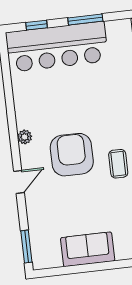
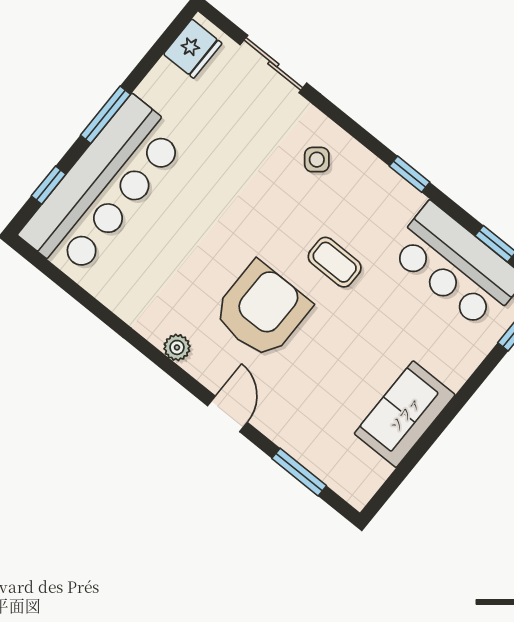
armchair: (72, 155) -> (262, 310), turned 90
window: (26, 246) -> (299, 472), moved

